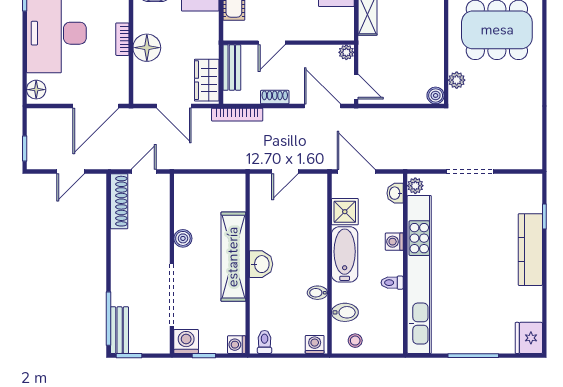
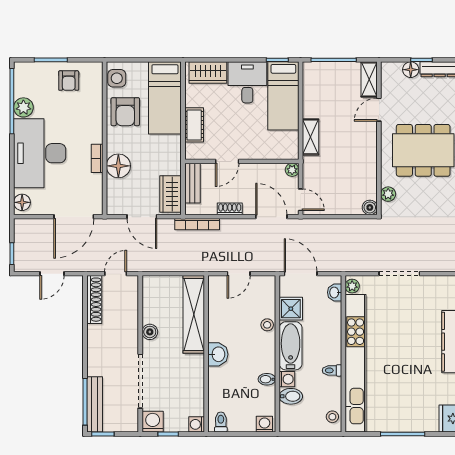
stool: (318, 230) -> (267, 325), added
washing machine: (394, 242) -> (287, 379), moved, turned 180
shelving: (233, 257) -> (194, 314), moved
bench: (120, 330) -> (95, 404), width x1.36
stool: (355, 341) -> (332, 417), moved

